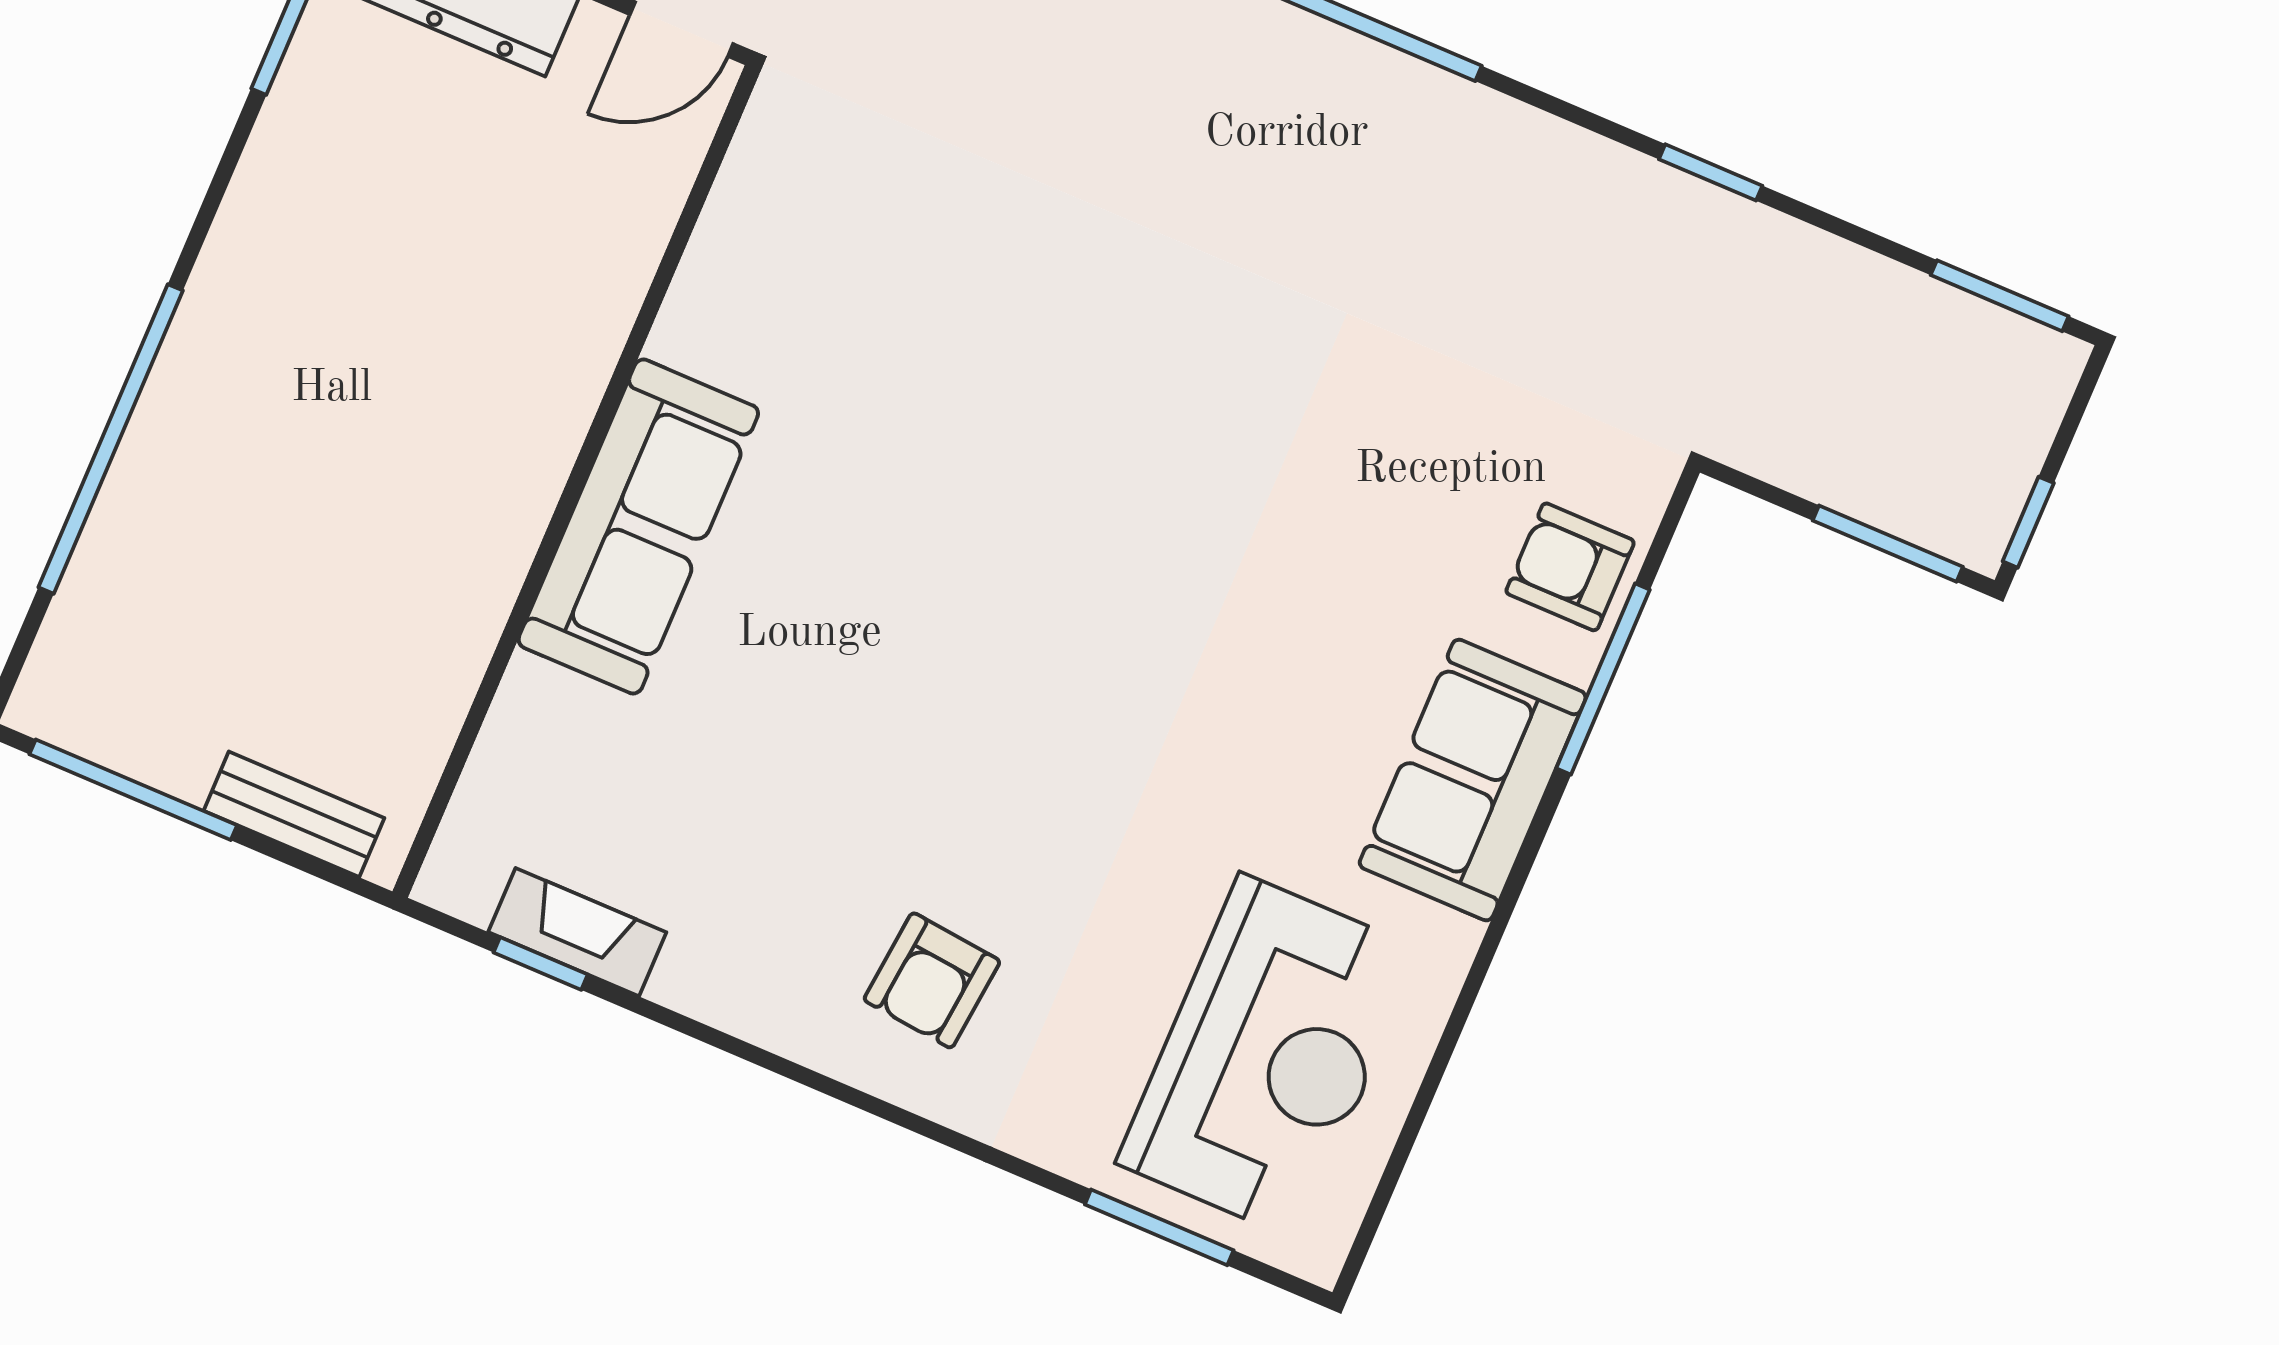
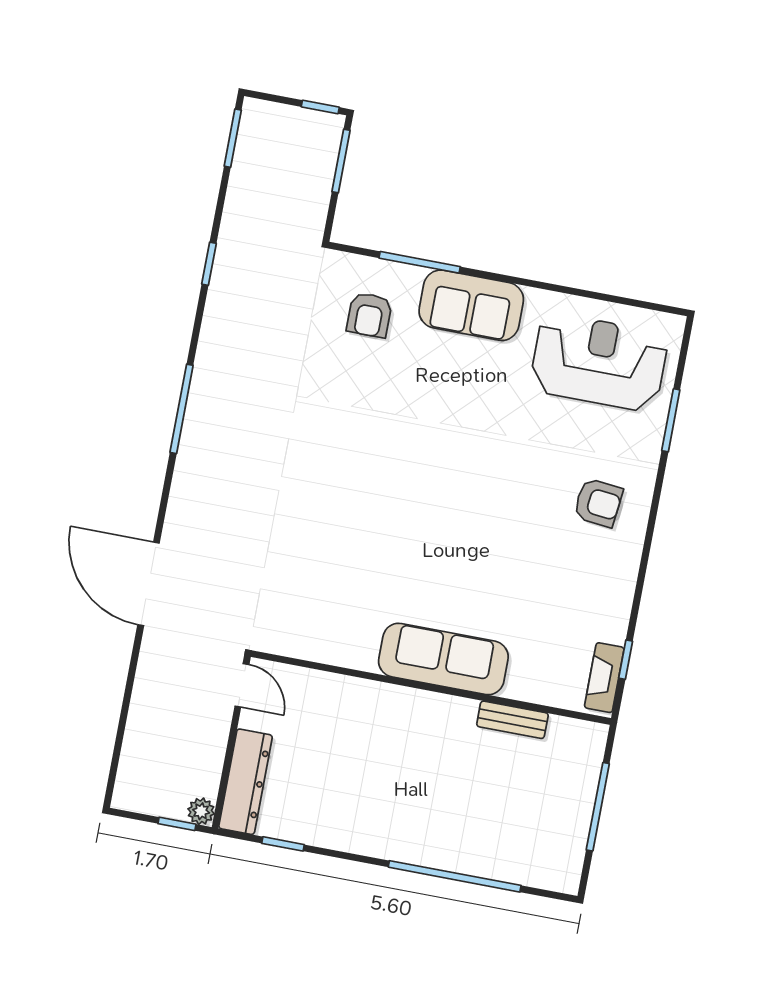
armchair: (1570, 567) -> (369, 315), moved
window: (133, 790) -> (598, 807), moved
bench: (294, 814) -> (512, 720), moved, turned 90
fireplace: (577, 932) -> (604, 678), moved
window: (1159, 1227) -> (671, 420), moved

